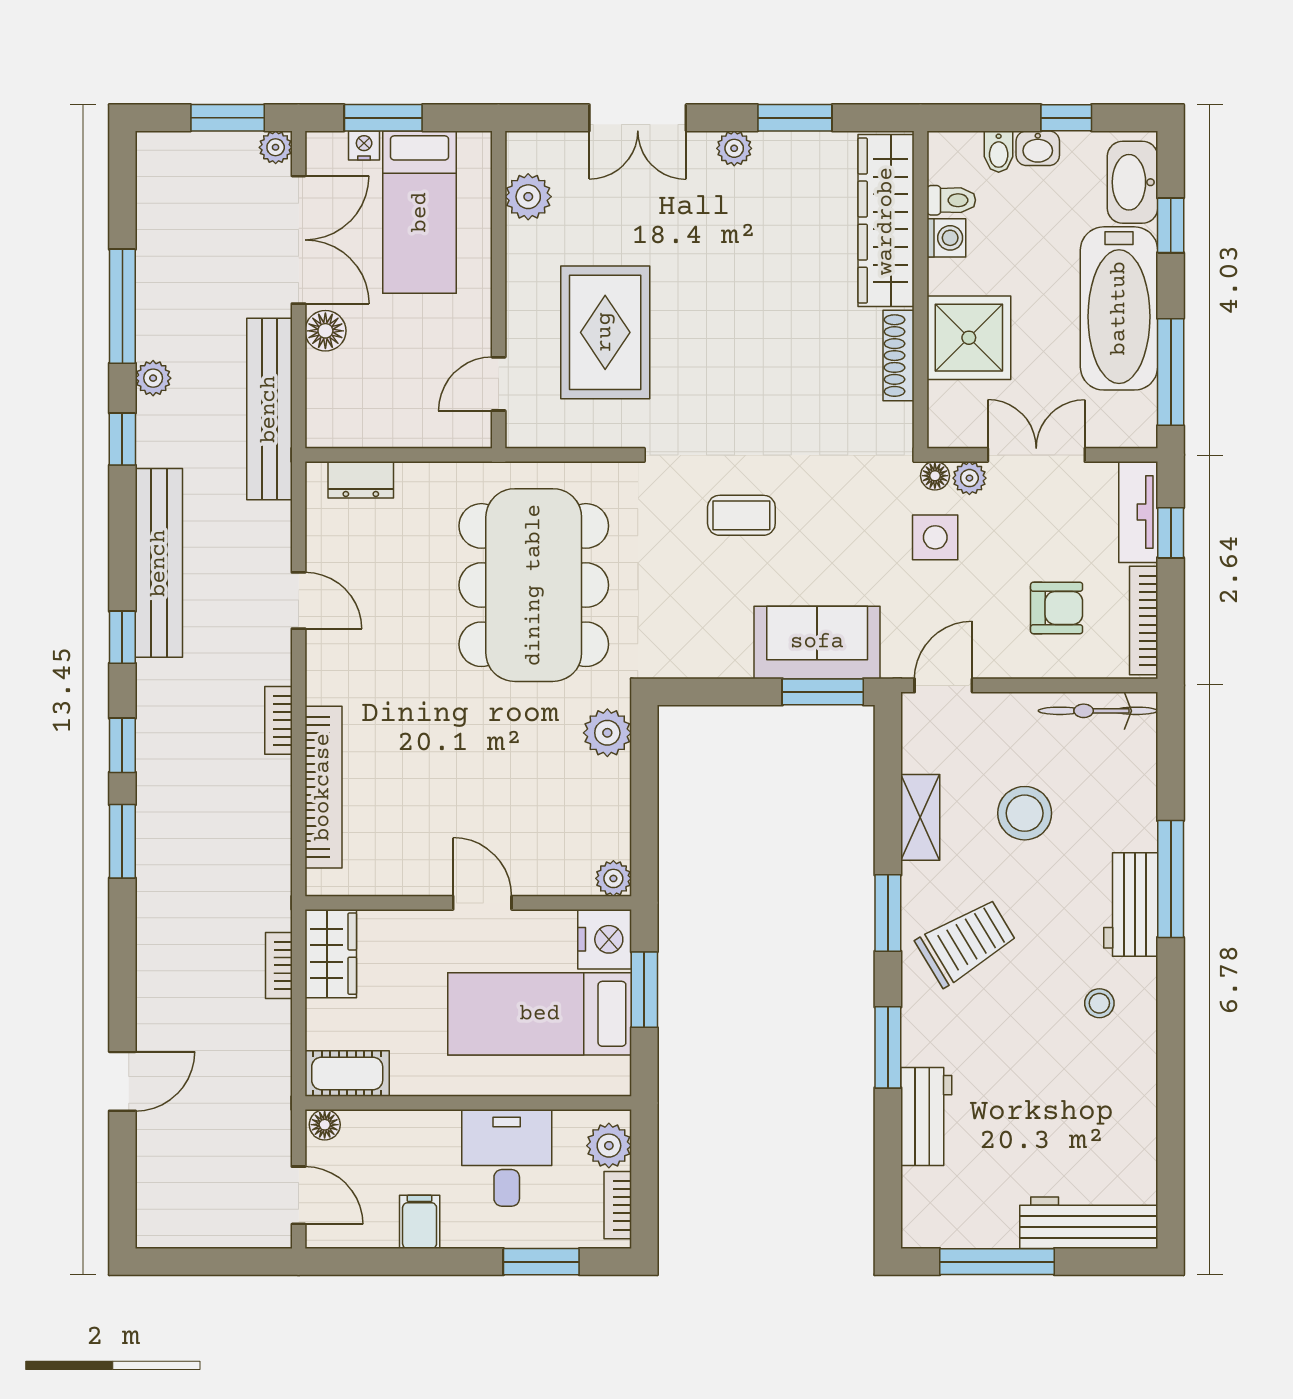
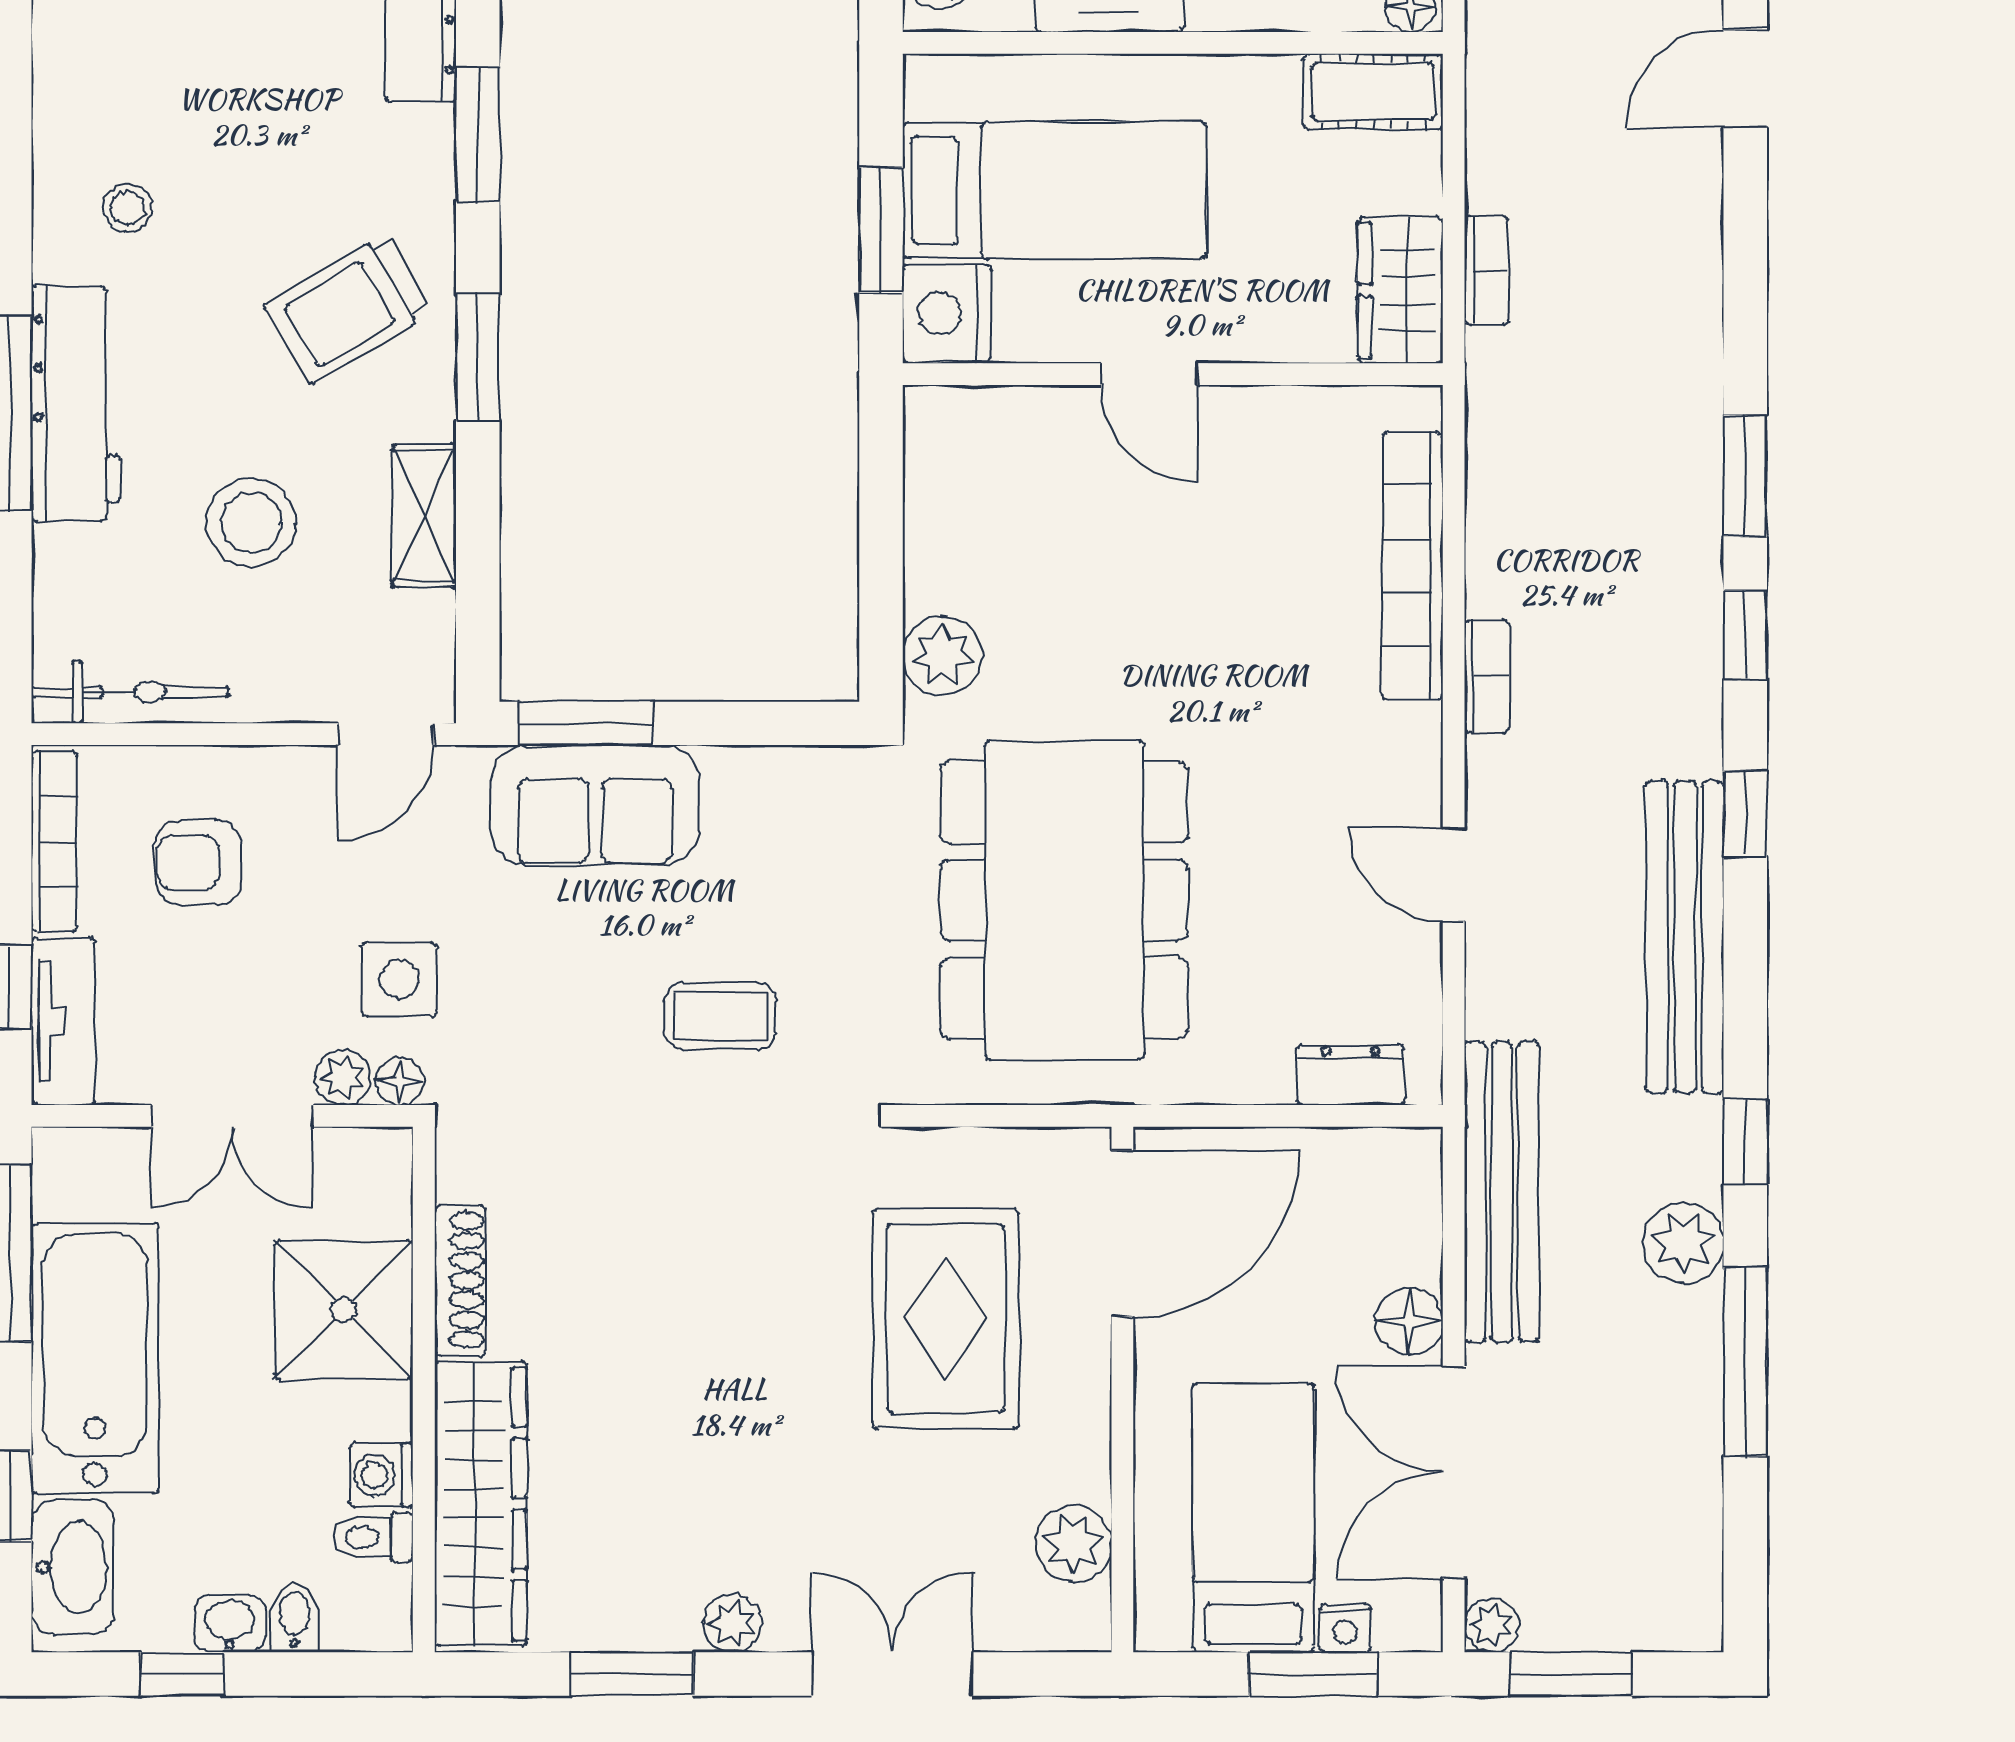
plant: (153, 378) -> (1683, 1243), width x1.38, depth x1.38
door: (499, 384) -> (1122, 1233), width x1.88
plant: (613, 878) -> (932, 414), removed
workbench: (1131, 905) -> (76, 404), width x1.38

